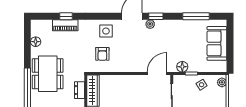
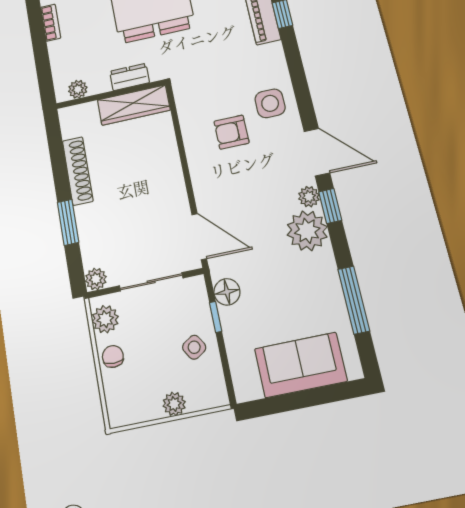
plant: (164, 28) -> (307, 231), added
armchair: (102, 54) -> (231, 132), moved
plant: (222, 82) -> (174, 404), moved

